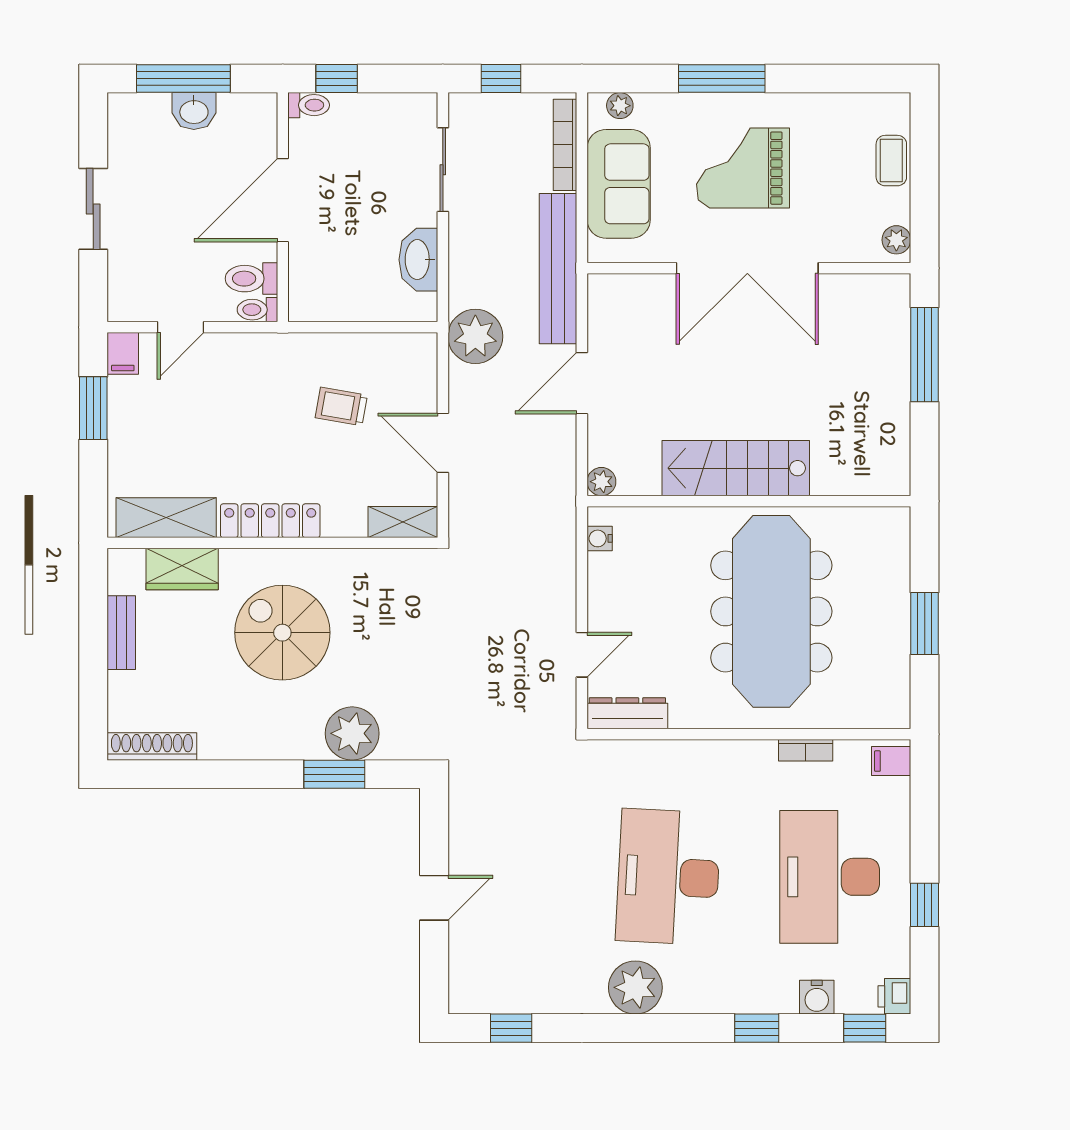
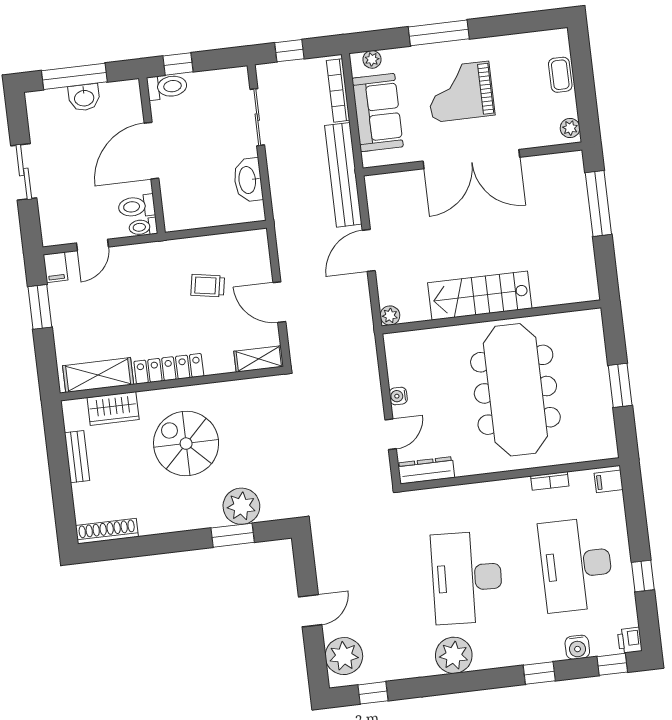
toilet: (309, 105) -> (167, 87), width x1.37, depth x1.39
plant: (475, 336) -> (344, 656), moved
water cooler: (600, 538) -> (398, 396), moved

